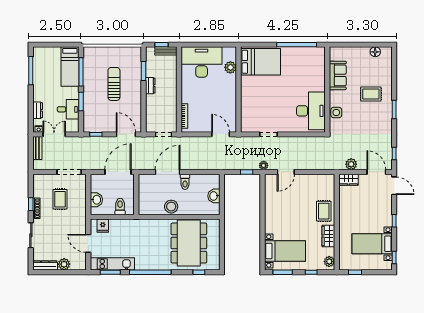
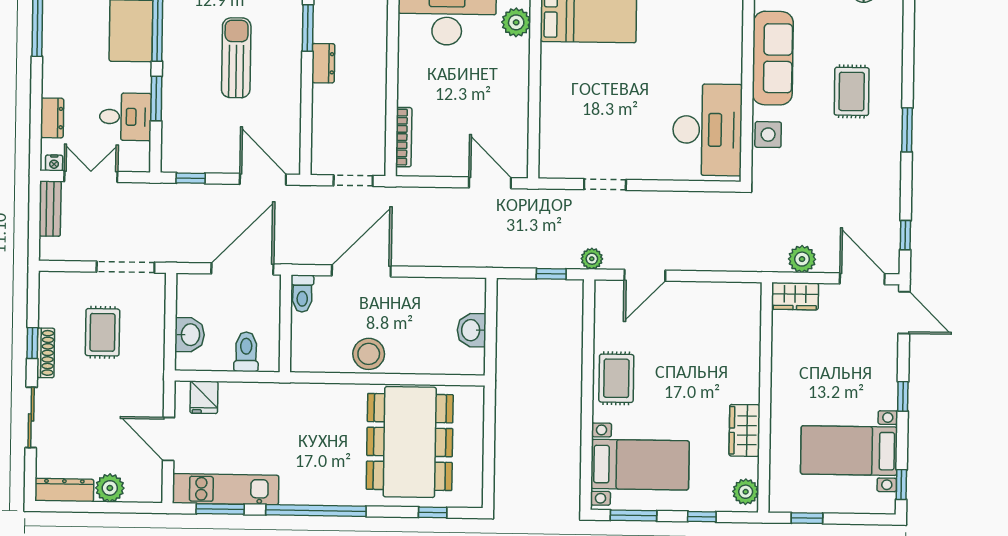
sofa: (338, 75) -> (773, 58), width x1.36
rug: (371, 94) -> (852, 91), turned 90
toilet: (185, 182) -> (302, 294), moved
rug: (324, 211) -> (616, 378), moved

